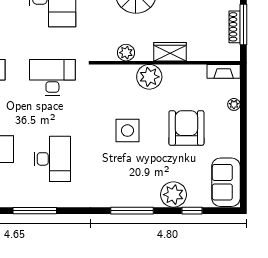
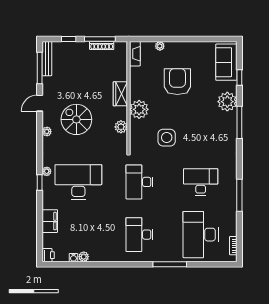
armchair: (186, 128) -> (177, 82), turned 90
side table: (127, 131) -> (167, 138), moved
sofa: (226, 182) -> (226, 62), moved, turned 90
plant: (173, 195) -> (227, 102), moved

